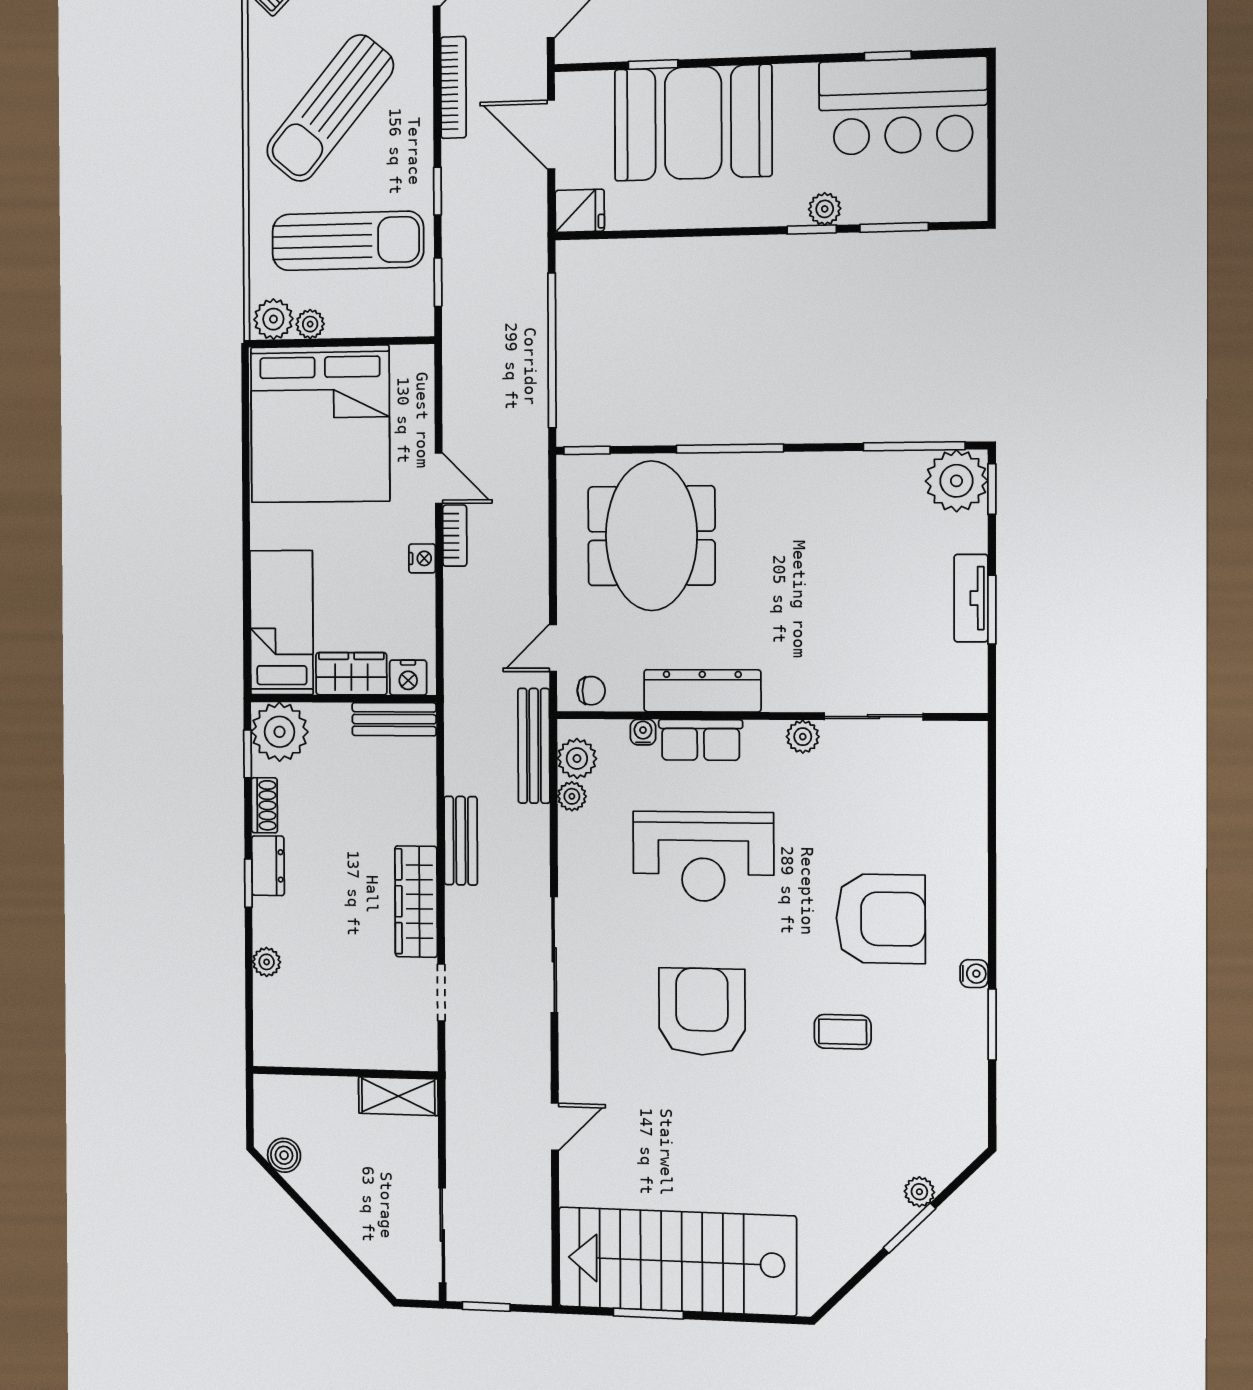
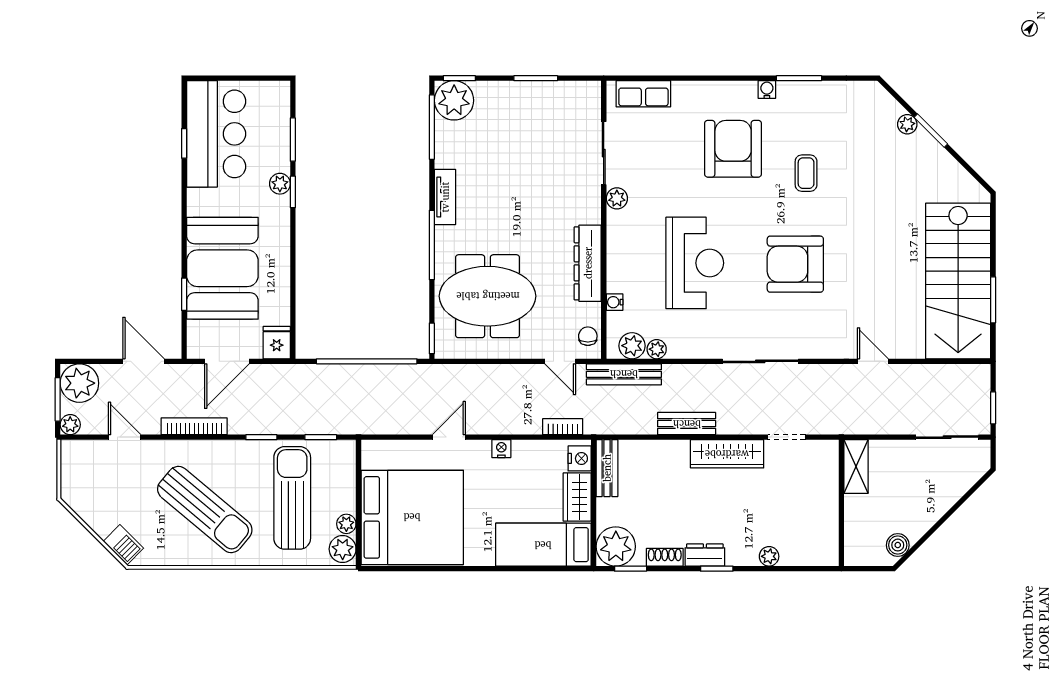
bookcase: (455, 536) -> (563, 427), moved
tv unit: (971, 598) -> (445, 197), moved, turned -90
row of seats: (701, 740) -> (643, 94), moved, turned 90

